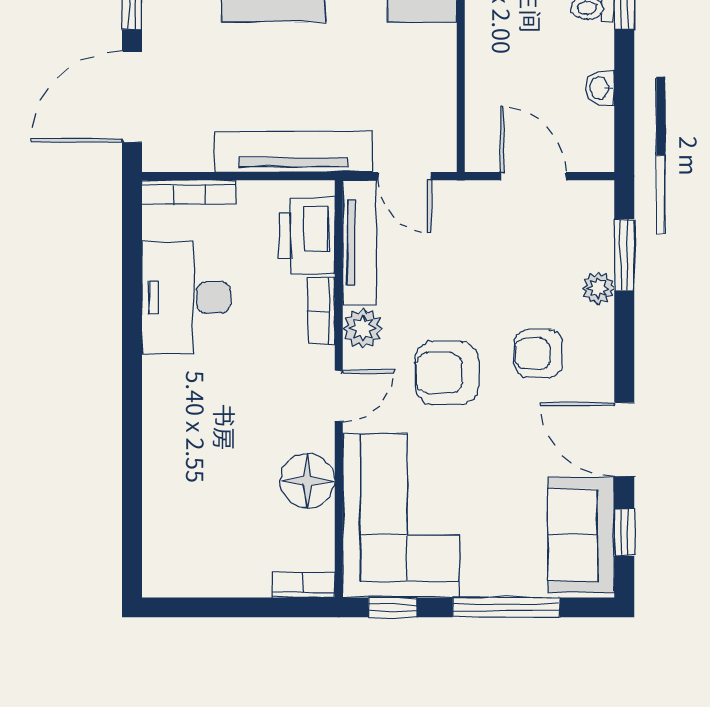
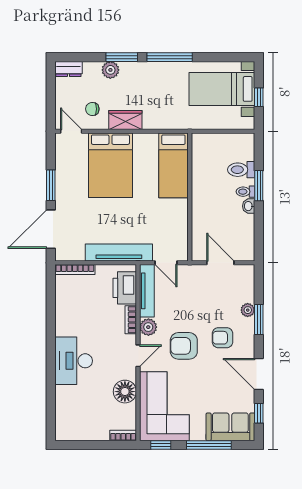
washbasin: (600, 88) -> (249, 206), moved
window: (624, 255) -> (259, 320), moved
desk: (186, 297) -> (74, 361), moved
sofa: (581, 535) -> (230, 427), moved, turned 90

